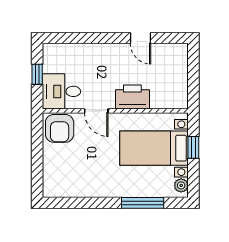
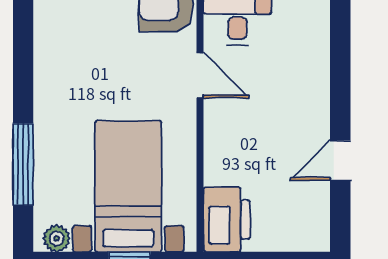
printer: (132, 97) -> (227, 219), moved
door: (96, 111) -> (200, 75), swing flipped

